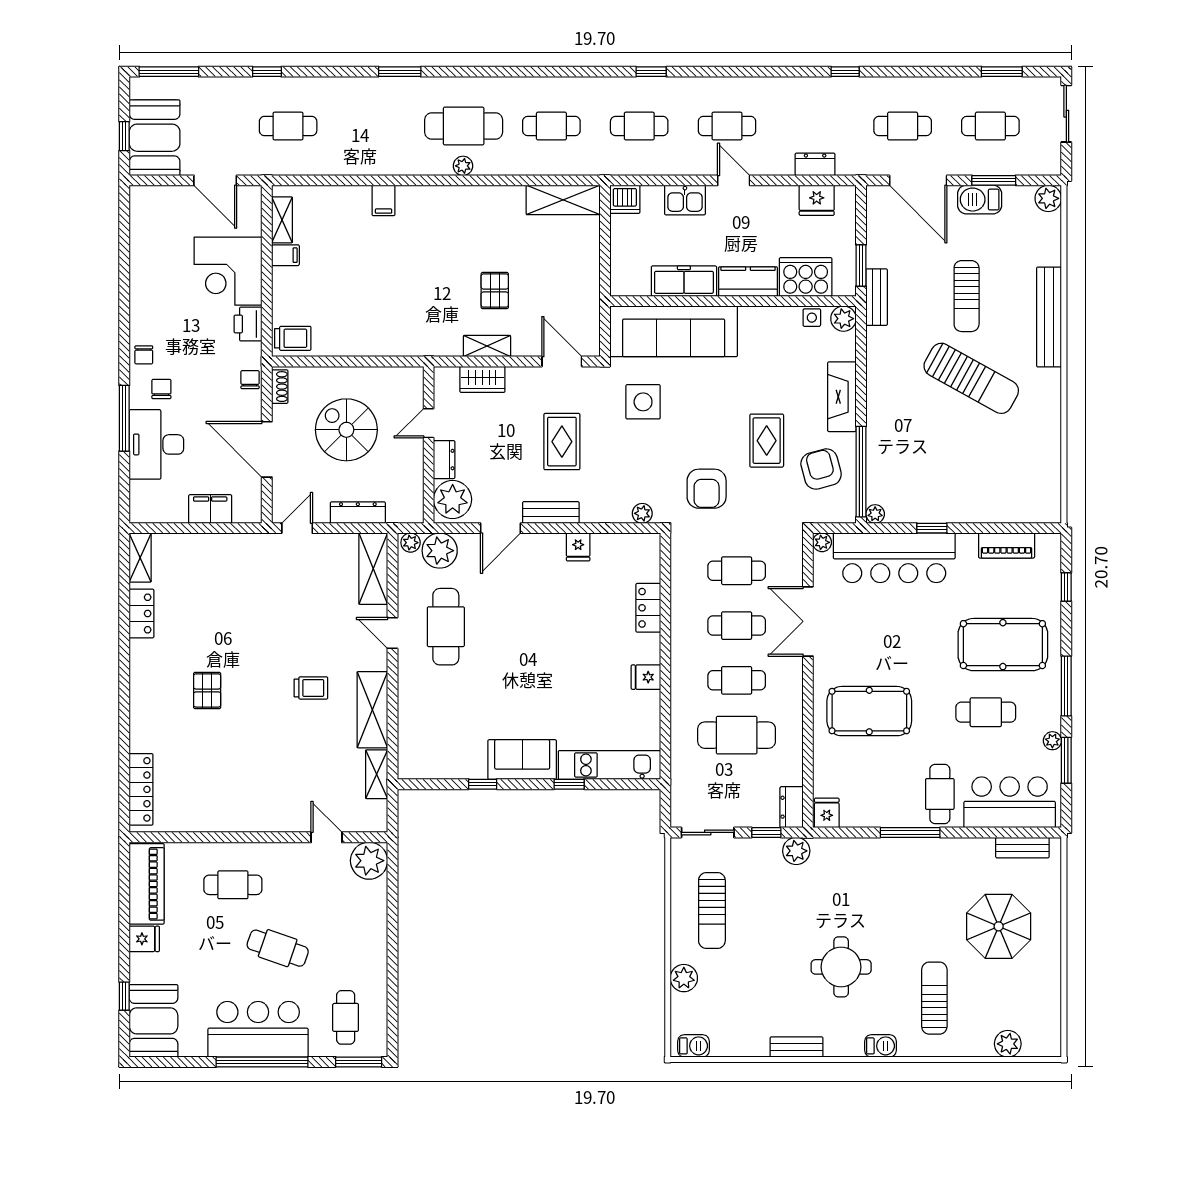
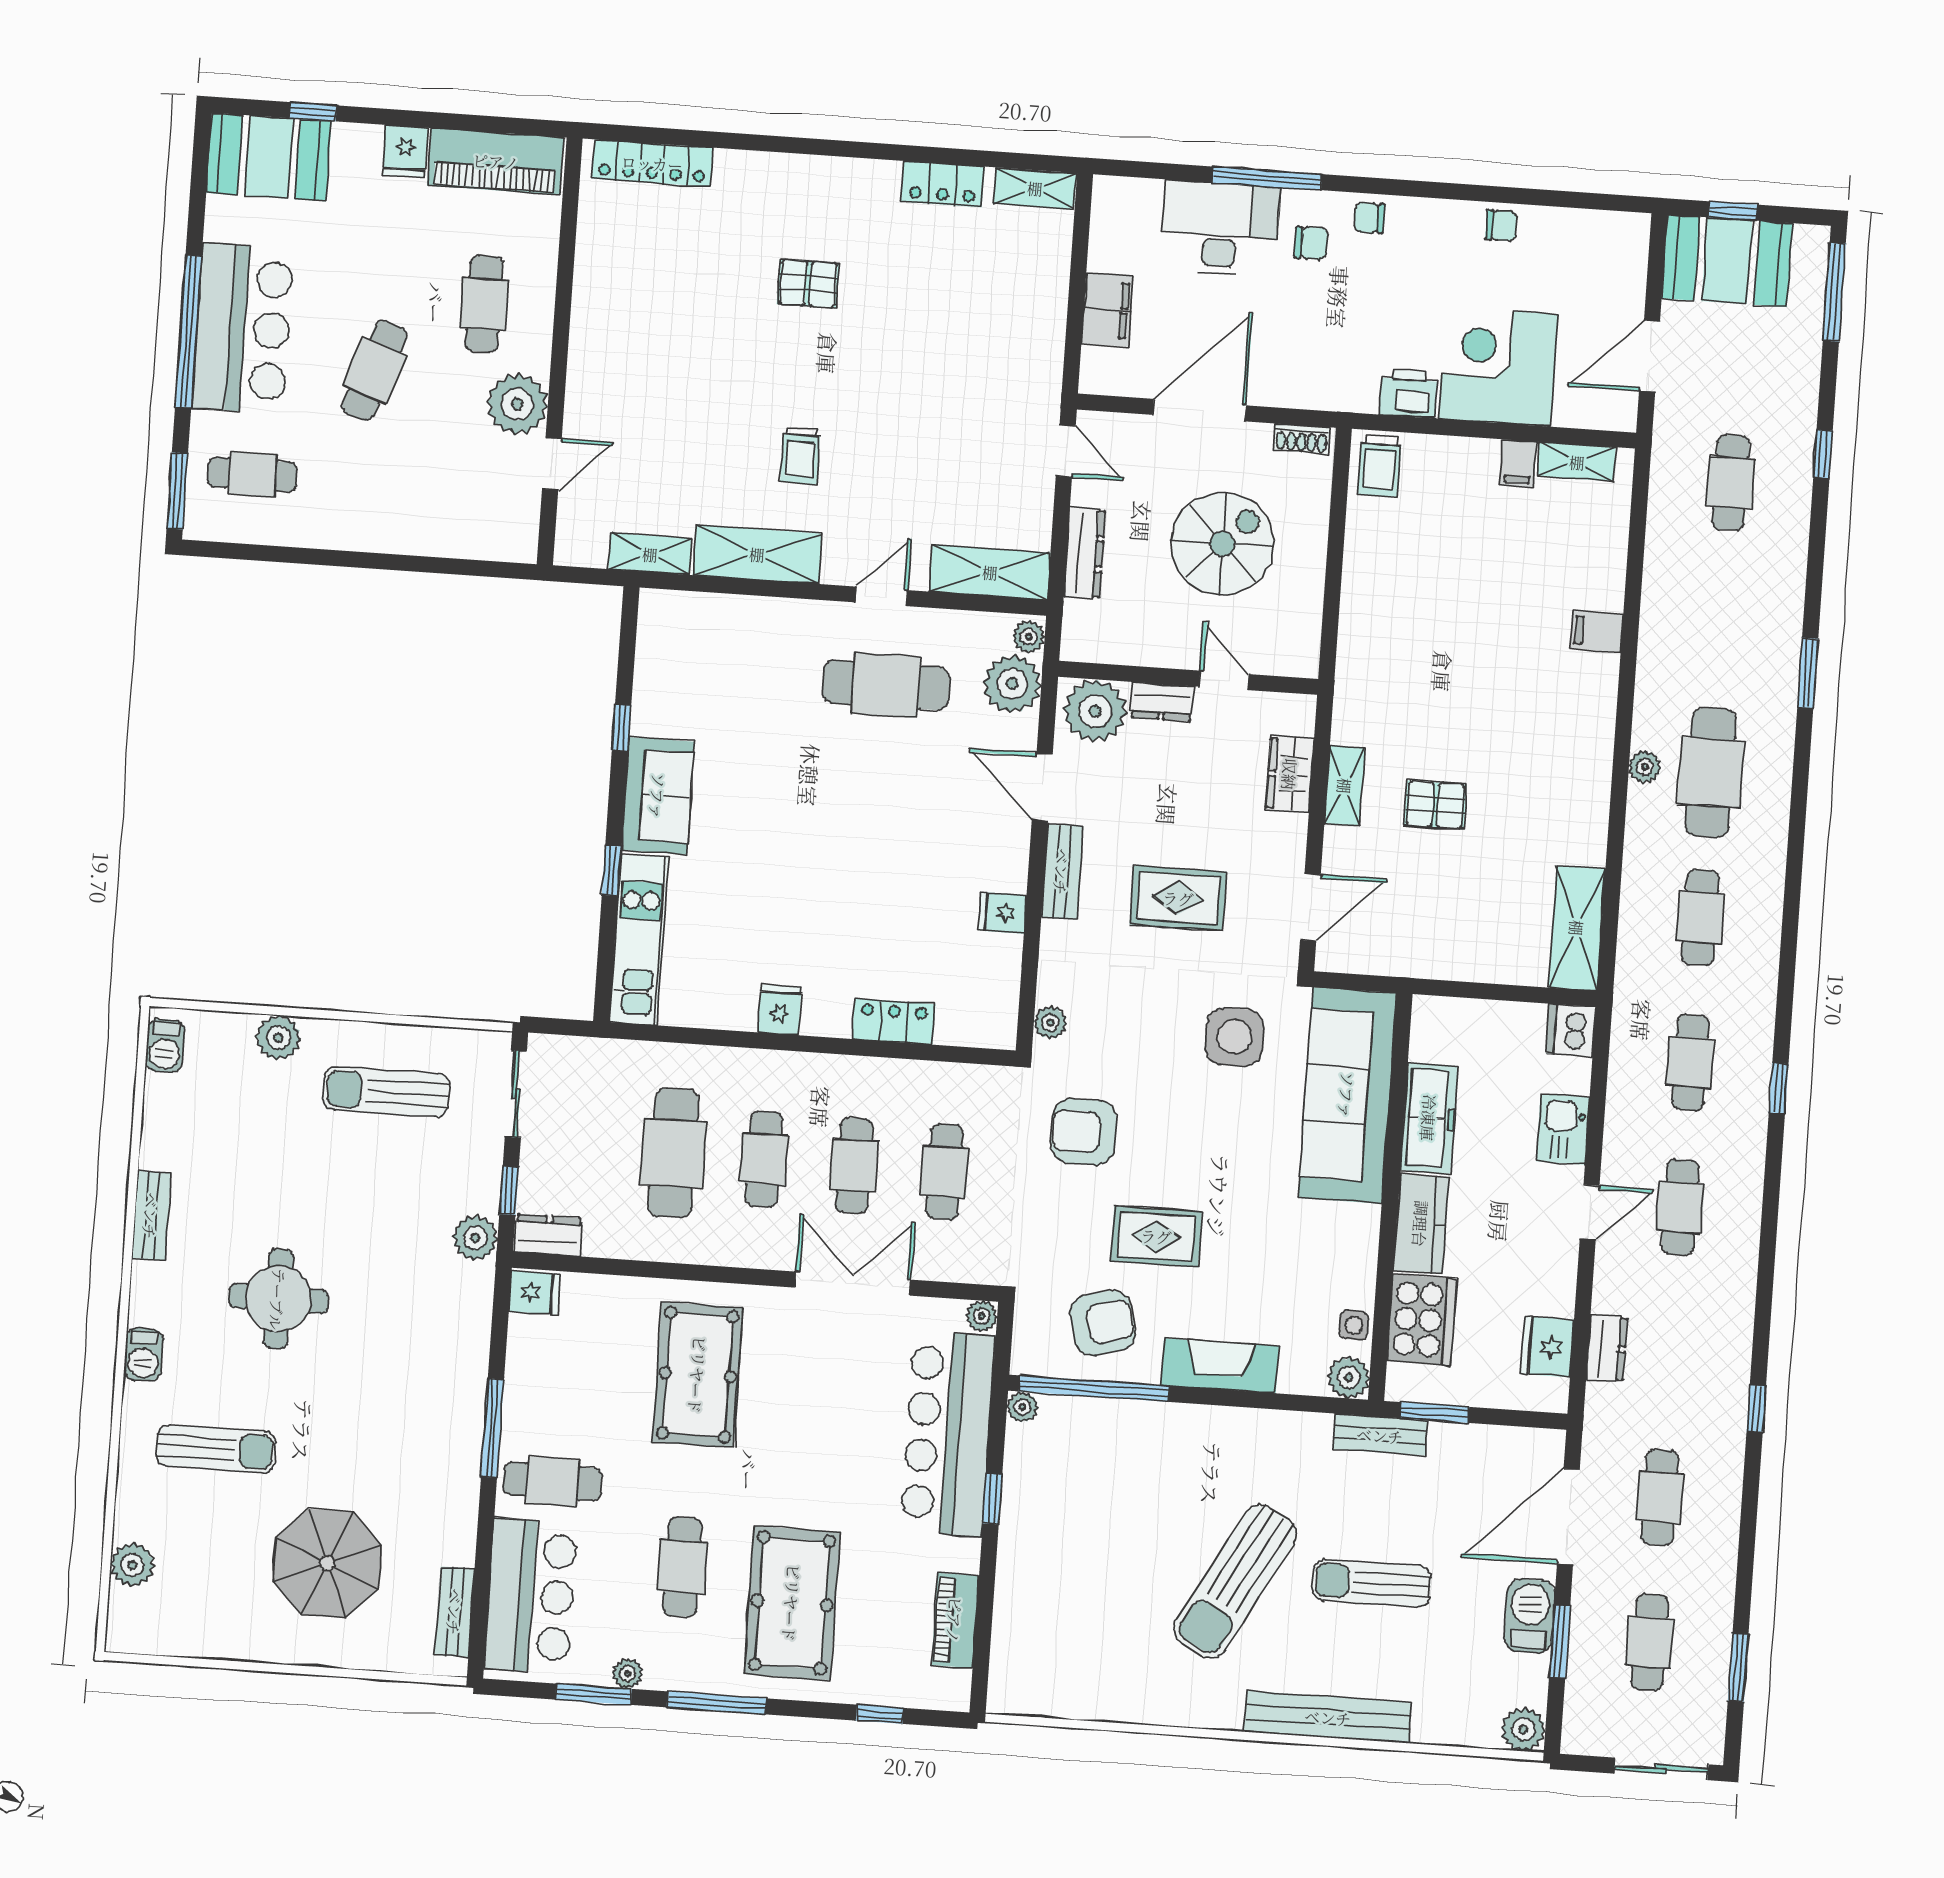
chair: (250, 380) -> (1501, 225), moved
plant: (369, 861) -> (517, 404), moved

